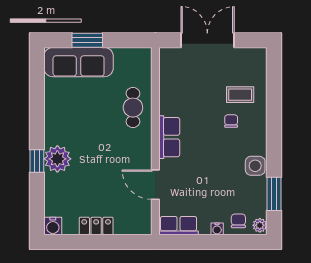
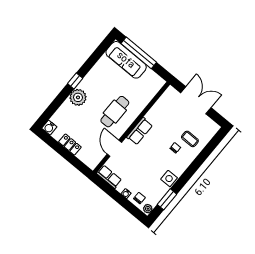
window: (87, 40) -> (139, 53), width x2.11
cafe table: (133, 108) -> (115, 112), moved, width x1.37, depth x1.35
window: (37, 161) -> (75, 81), moved

